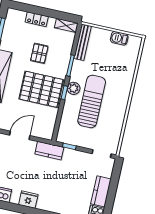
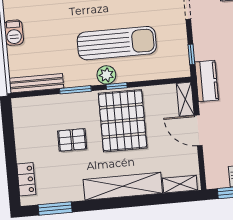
locker: (37, 19) -> (26, 179), moved
shelving: (66, 25) -> (185, 99), moved
sun lounger: (92, 101) -> (117, 43), turned 180

